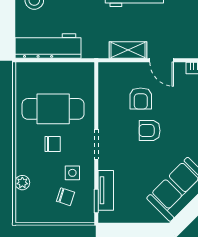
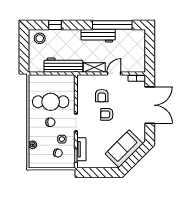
workbench: (48, 46) -> (63, 65), moved
door: (162, 60) -> (114, 73), swing flipped

